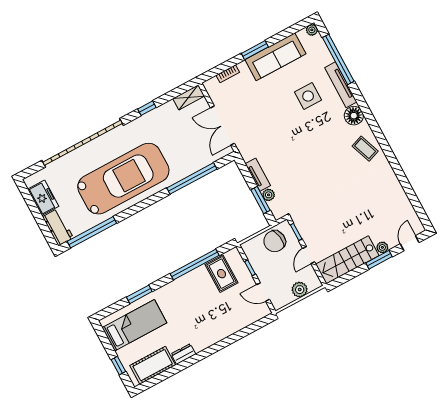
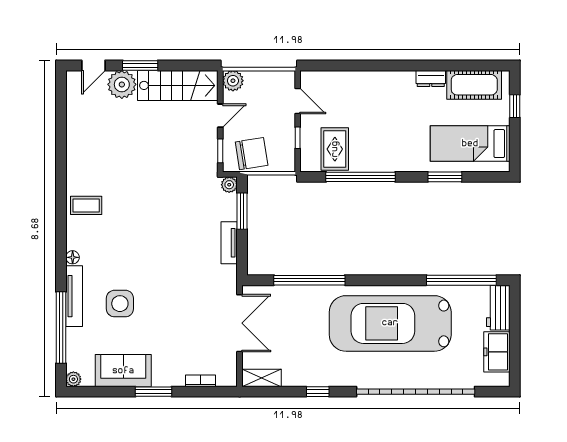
sofa: (275, 57) -> (123, 371), width x0.73
floor lamp: (354, 116) -> (73, 257), width x0.53, depth x0.53
coffee table: (365, 149) -> (86, 205), turned -70
plant: (269, 195) -> (229, 185), moved
plant: (382, 247) -> (122, 84), width x1.88, depth x1.88
plant: (300, 290) -> (233, 81), moved

